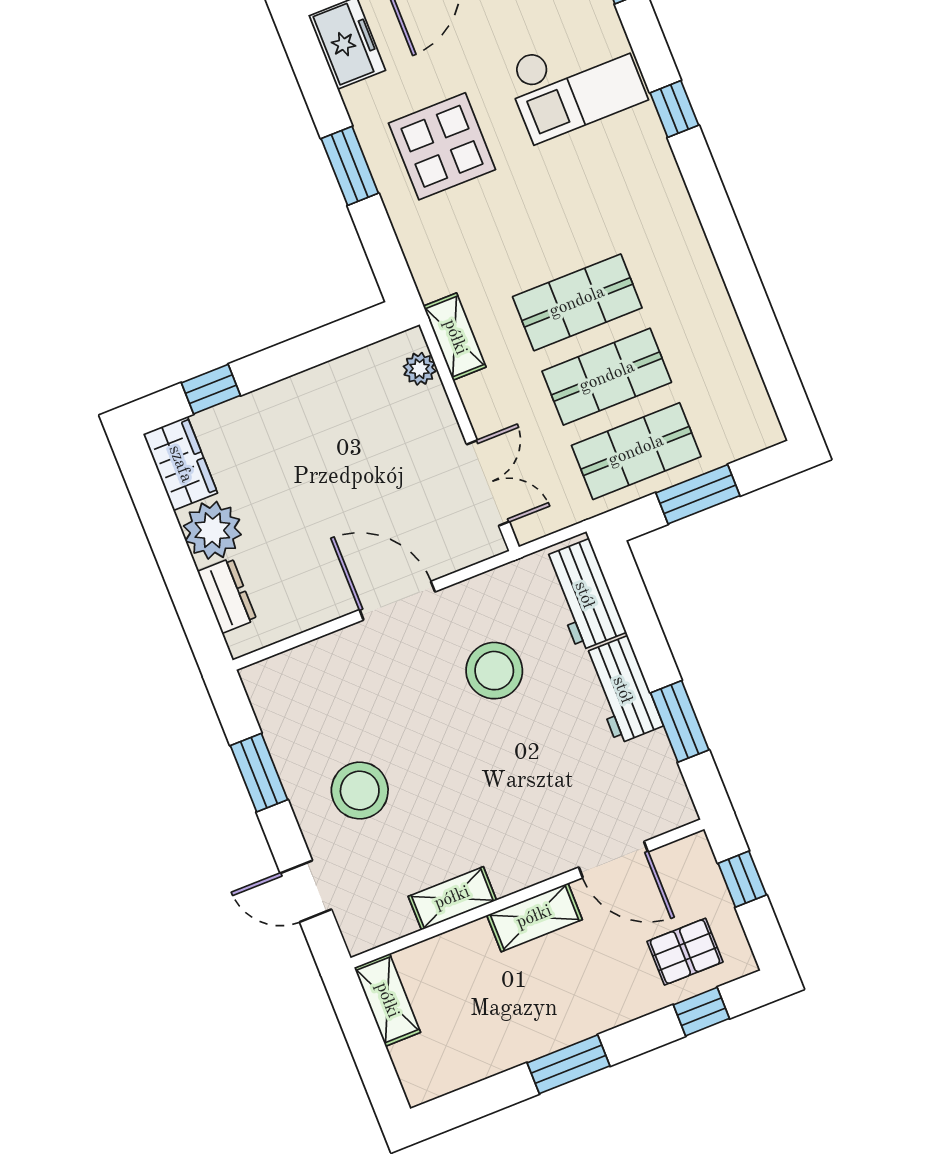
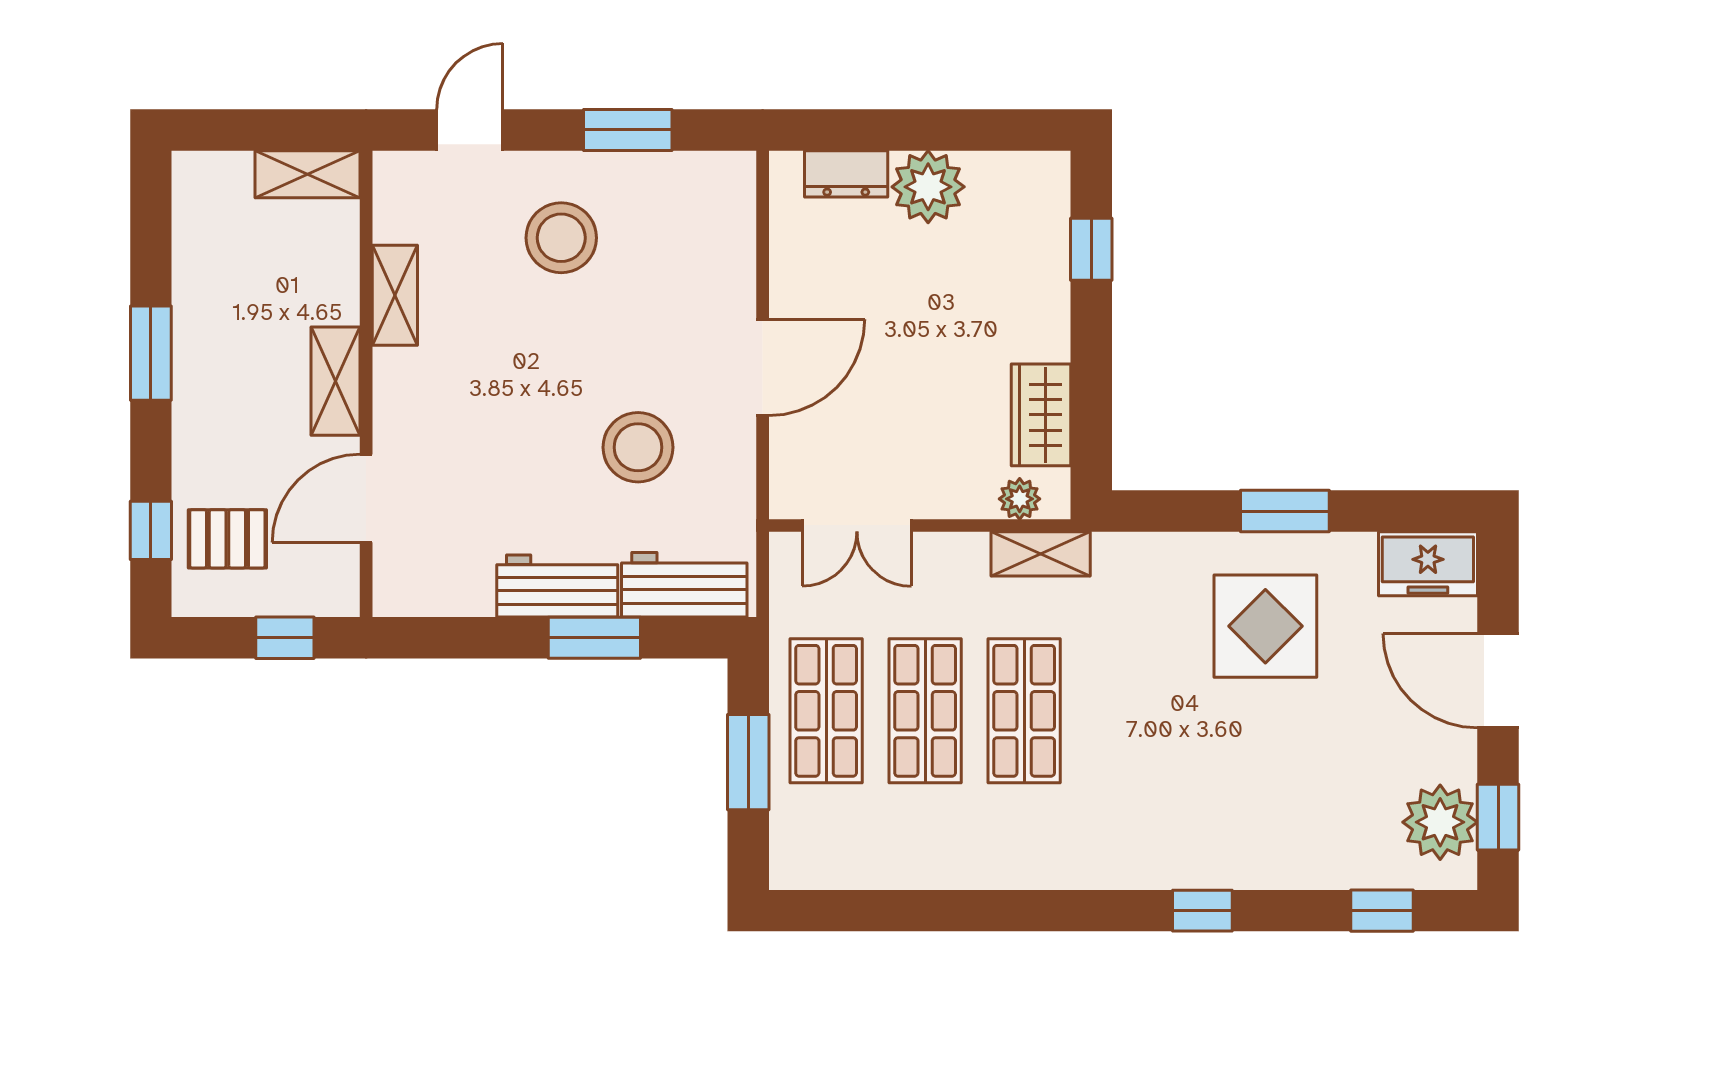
checkout: (575, 82) -> (1278, 809), removed
wardrobe: (180, 464) -> (1041, 415), moved, turned 90
window: (680, 721) -> (594, 638), moved
pallet: (685, 952) -> (227, 539), turned 90

